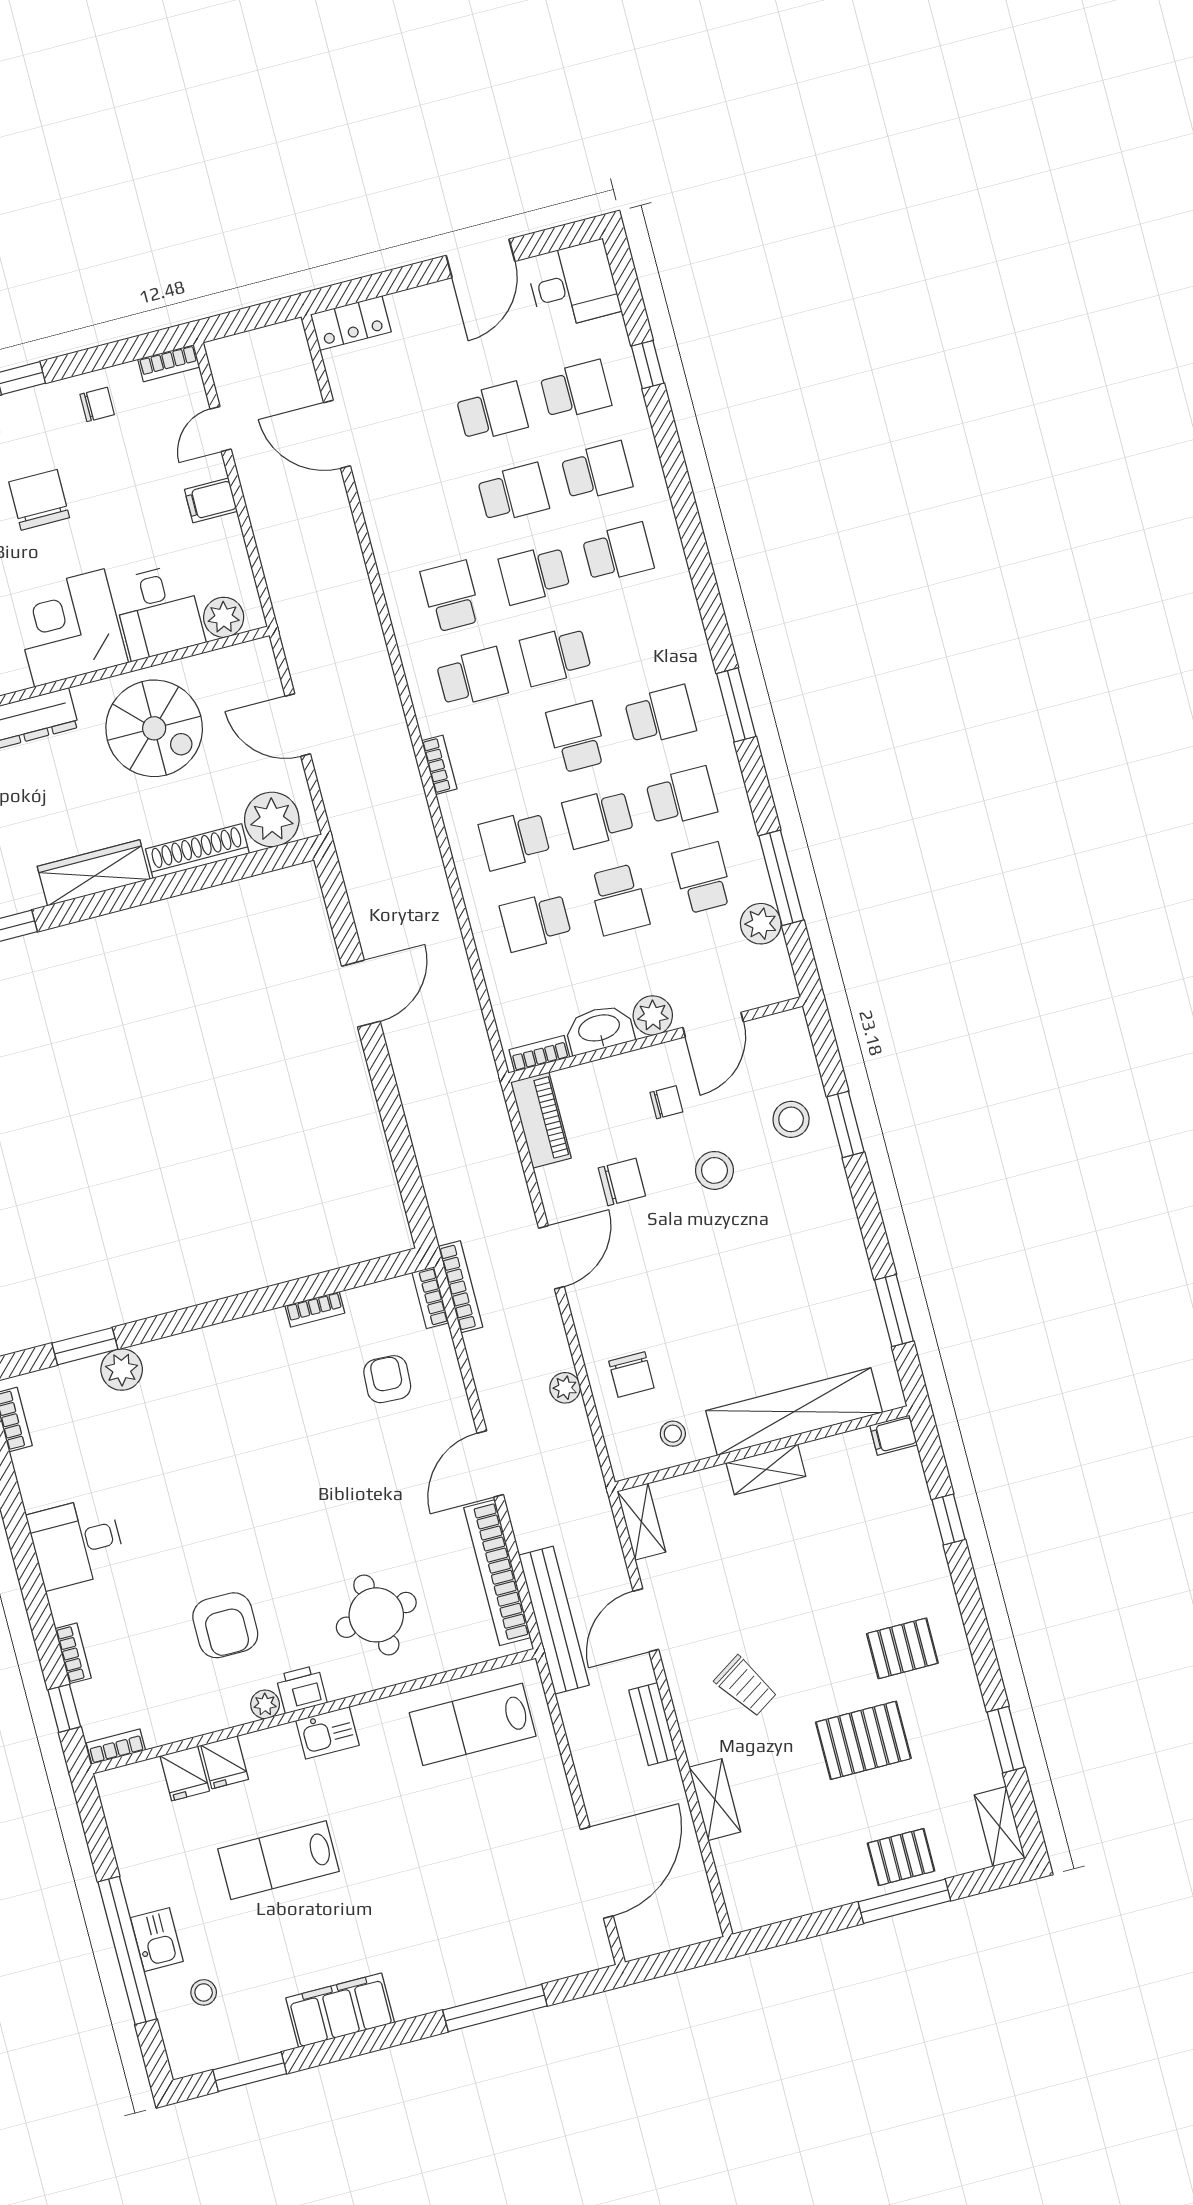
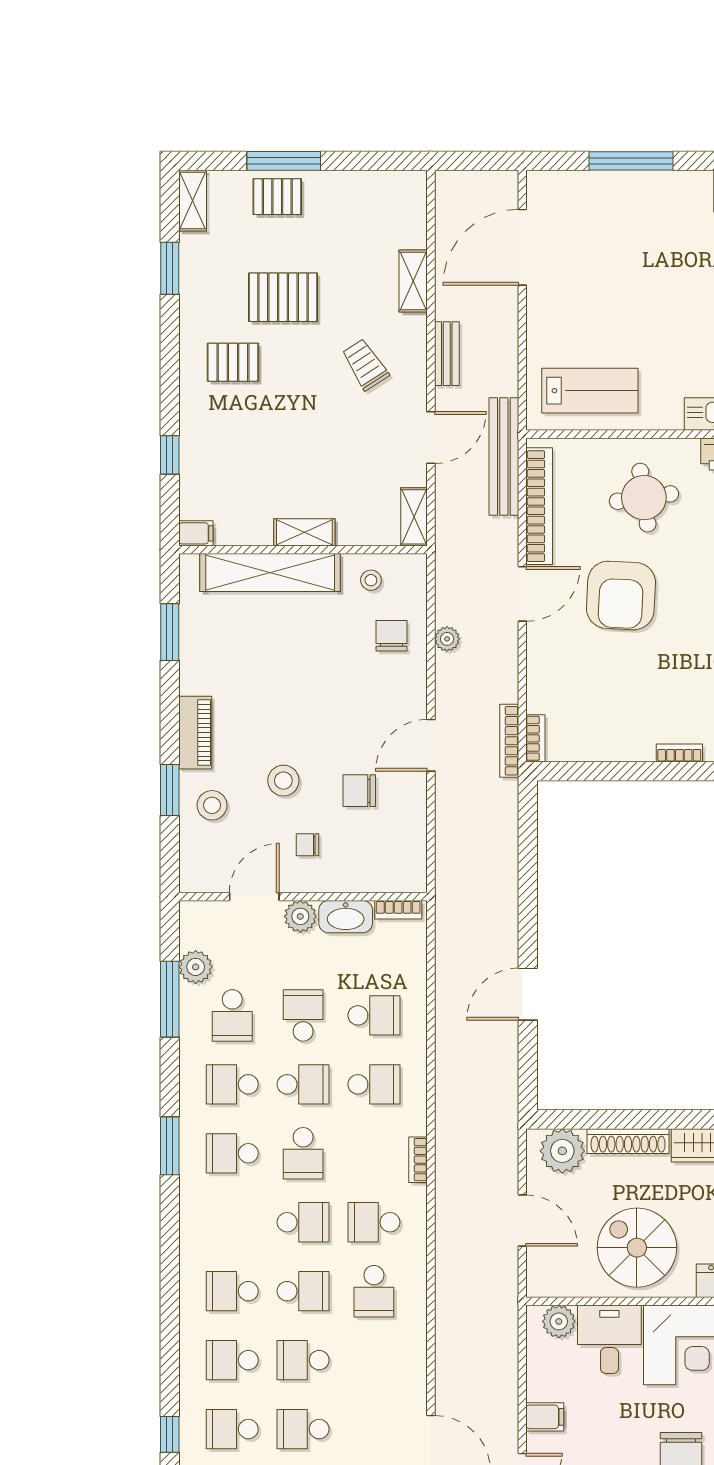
piano: (541, 1120) -> (195, 733), moved, turned 180
bookcase: (315, 1309) -> (679, 753), moved
armchair: (387, 1379) -> (621, 595), moved, width x1.88, depth x1.88

